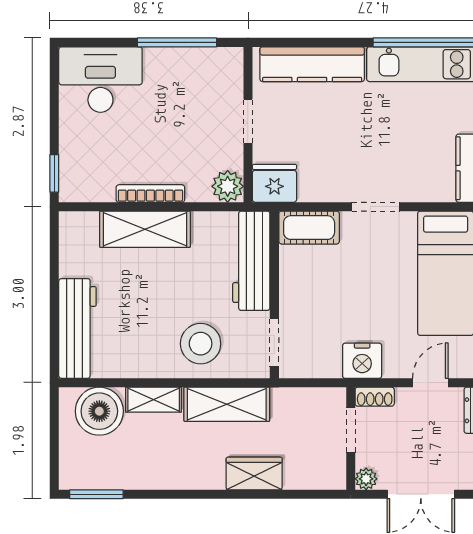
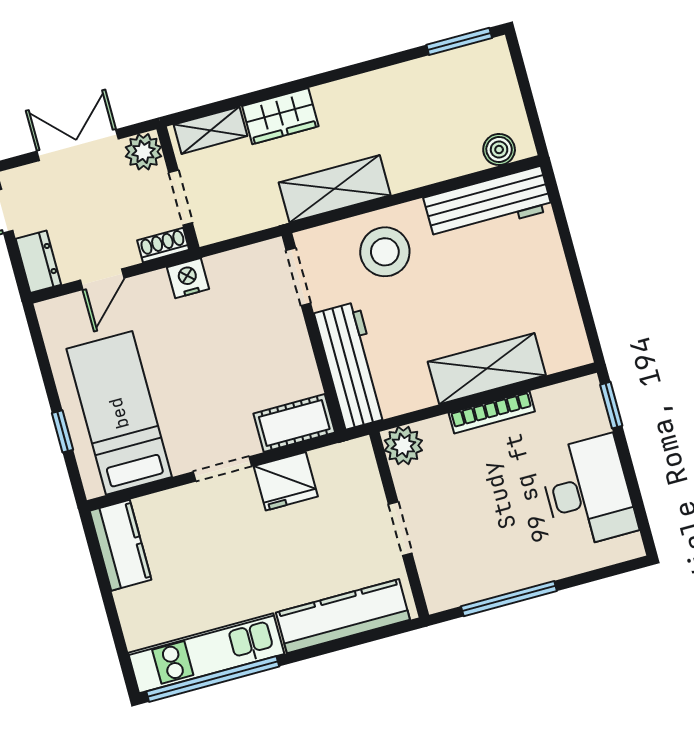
desk: (100, 80) -> (588, 492), moved, turned -90
fridge: (274, 183) -> (286, 481), moved
workbench: (77, 328) -> (488, 204), moved, turned -90
nightstand: (362, 361) -> (188, 278), width x0.74, depth x0.75
shelving: (154, 400) -> (211, 130), moved
boiler: (99, 411) -> (499, 150), width x0.54, depth x0.54
plant: (366, 479) -> (143, 152), width x1.38, depth x1.38

